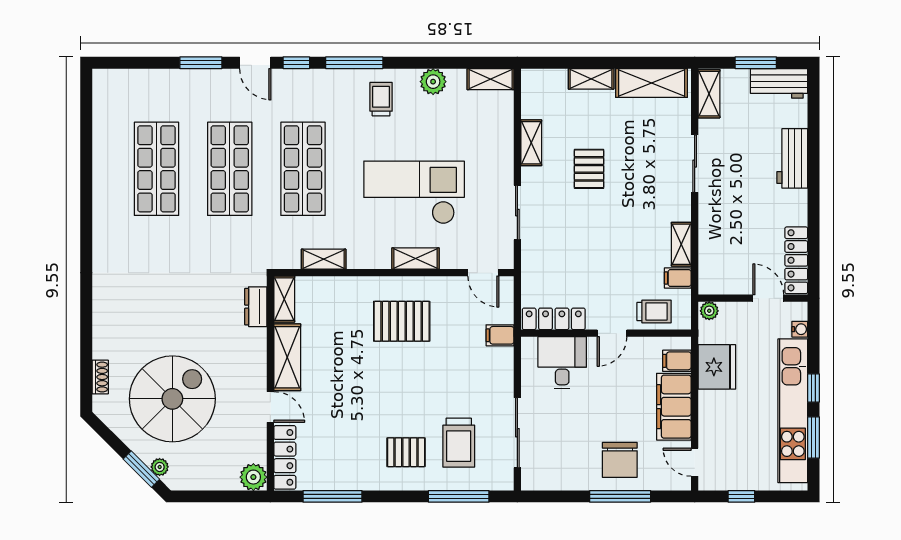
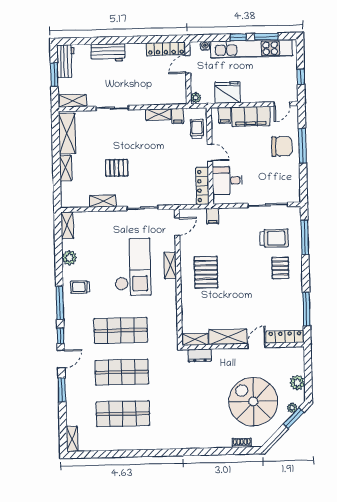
checkout: (414, 192) -> (133, 267), turned 180
shelving: (324, 259) -> (72, 439), moved
plant: (253, 477) -> (297, 383), moved

